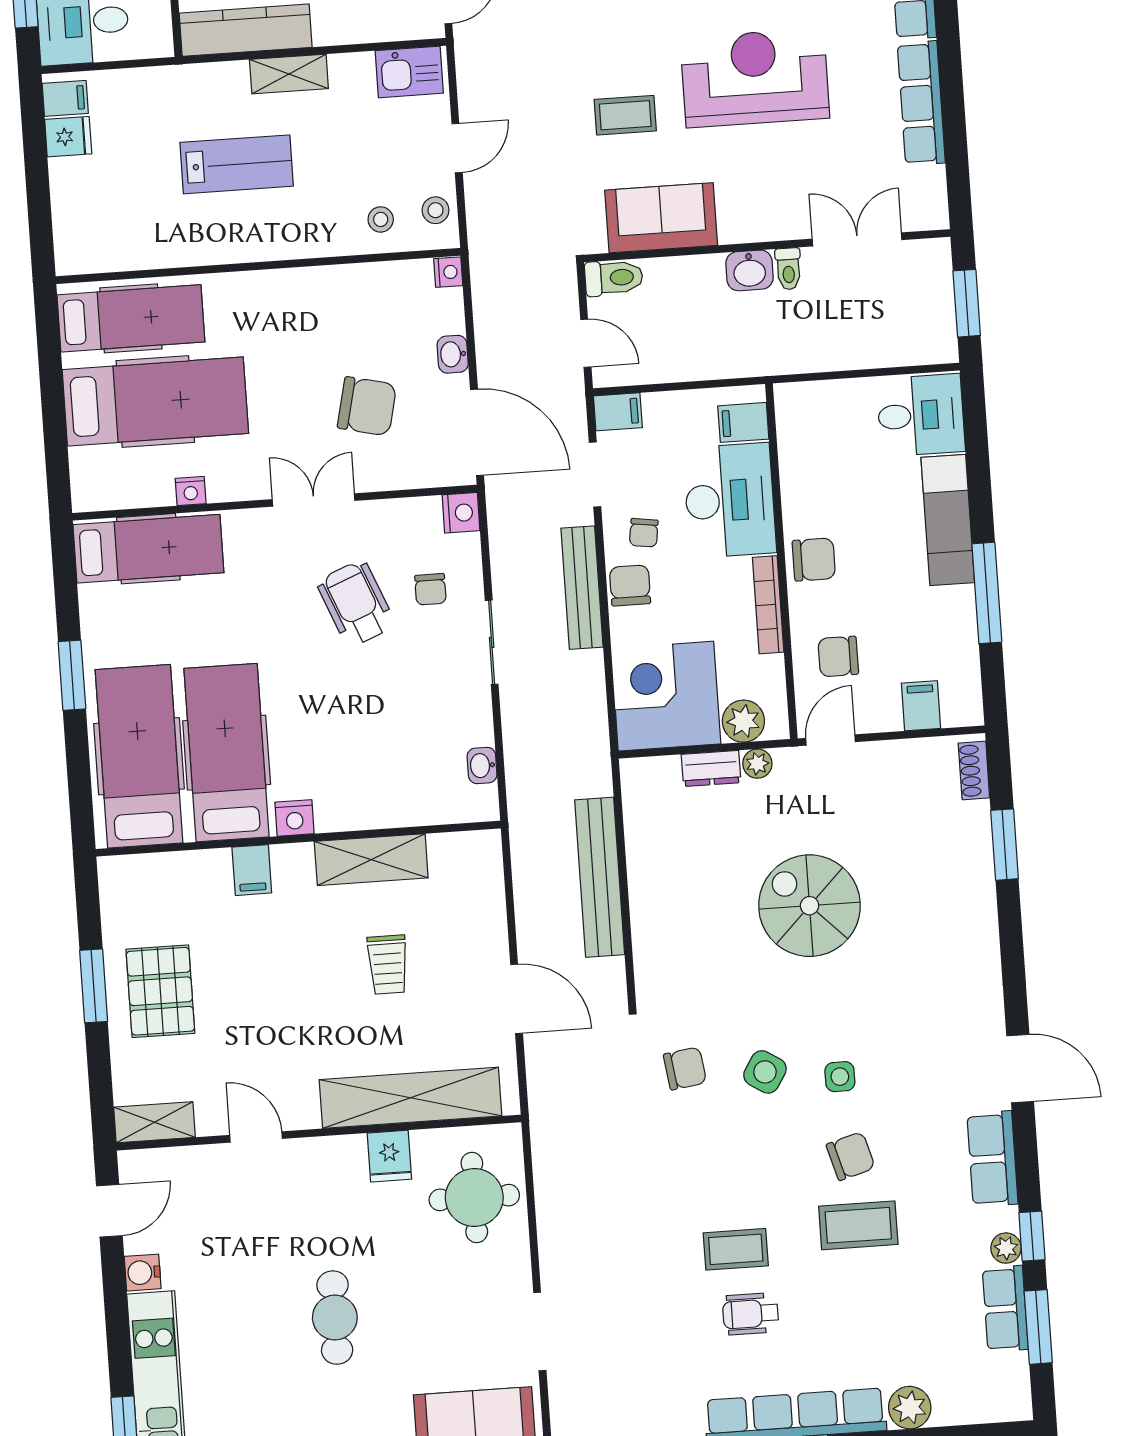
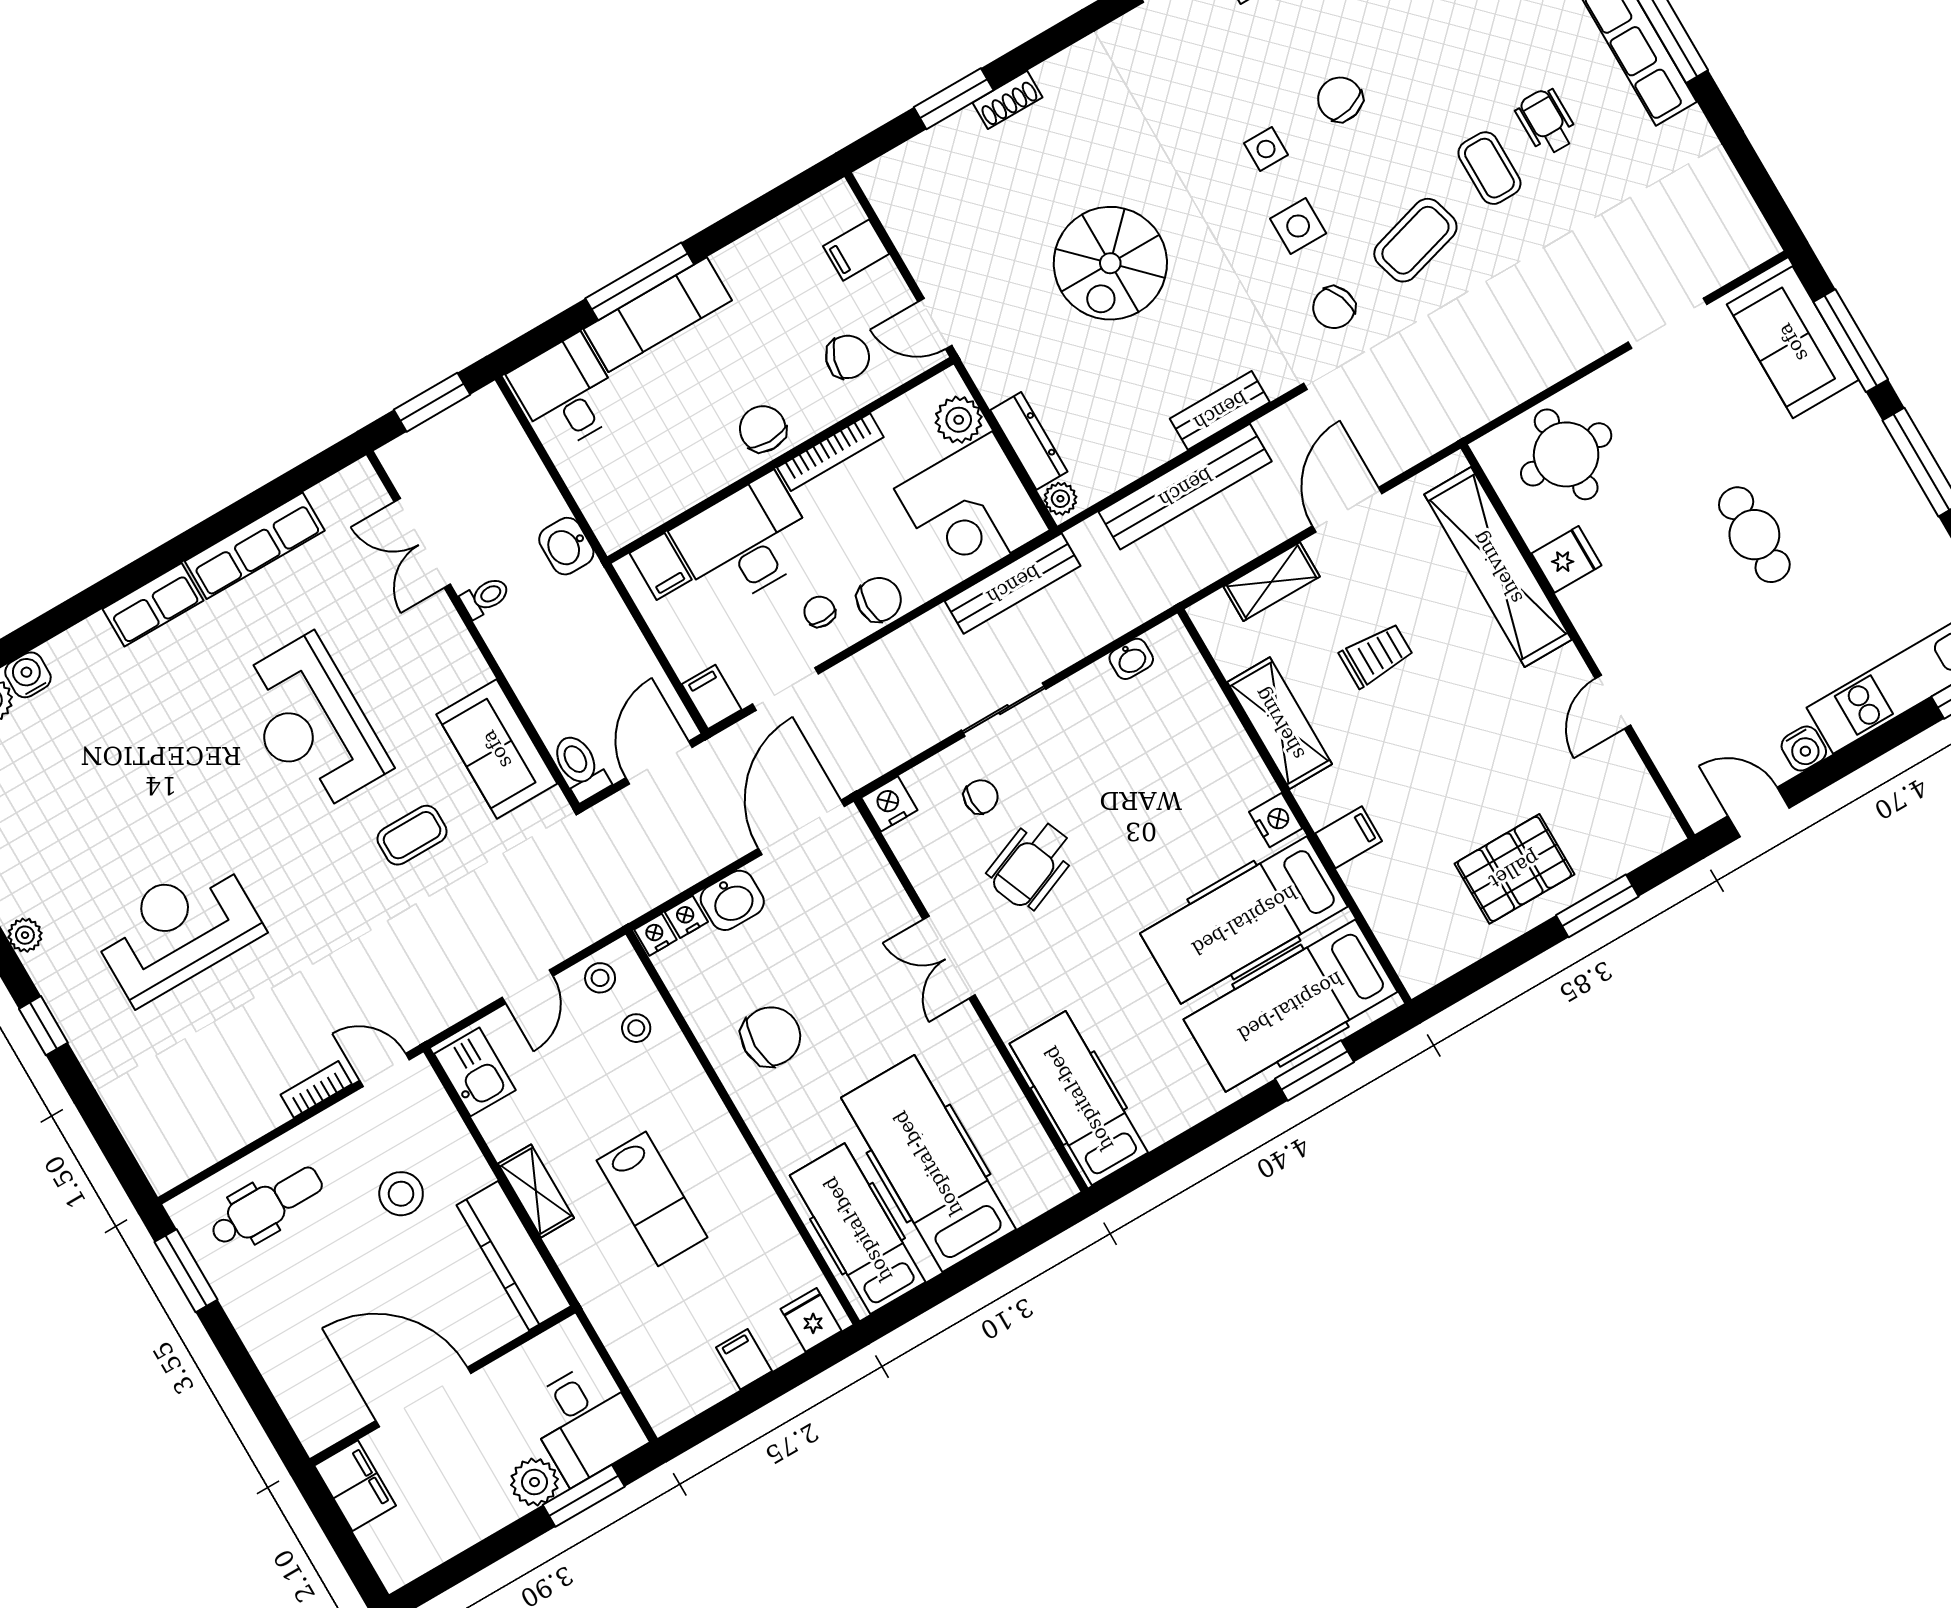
filing cabinet: (65, 98) -> (744, 1359), moved
coffee table: (625, 115) -> (412, 835), turned 90
fridge: (68, 137) -> (811, 1320), moved
door: (457, 148) -> (528, 987), swing flipped
lab bench: (237, 164) -> (652, 1199), turned 180
washbasin: (749, 270) -> (566, 546), moved, turned 180
door: (586, 343) -> (659, 763), width x1.38
washbasin: (453, 354) -> (732, 900), width x1.38, depth x1.45
chair: (367, 406) -> (771, 1036), moved, turned 77
nightstand: (191, 491) -> (686, 917), moved, turned -90
chair: (644, 533) -> (820, 612), turned -98
chair: (630, 585) -> (879, 600), turned 180
bench: (582, 588) -> (1013, 584), moved
window: (987, 593) -> (640, 281), moved
chair: (838, 656) -> (848, 357), turned -72
window: (72, 675) -> (1314, 1070), moved
plant: (757, 764) -> (1060, 499), moved
dresser: (711, 768) -> (1029, 441), width x1.44
shoe rack: (974, 770) -> (1007, 100), moved
bench: (647, 936) -> (1220, 410), added
window: (94, 986) -> (1597, 906), moved
chair: (685, 1068) -> (1334, 308), turned -103
side table: (765, 1072) -> (1298, 226), turned -32
shelving: (155, 1122) -> (1272, 582), moved, turned 90
coffee table: (858, 1225) -> (1415, 240), moved, turned 74
wheelchair: (751, 1314) -> (1547, 122), turned 180
cafe table: (335, 1318) -> (1754, 535), turned 90

